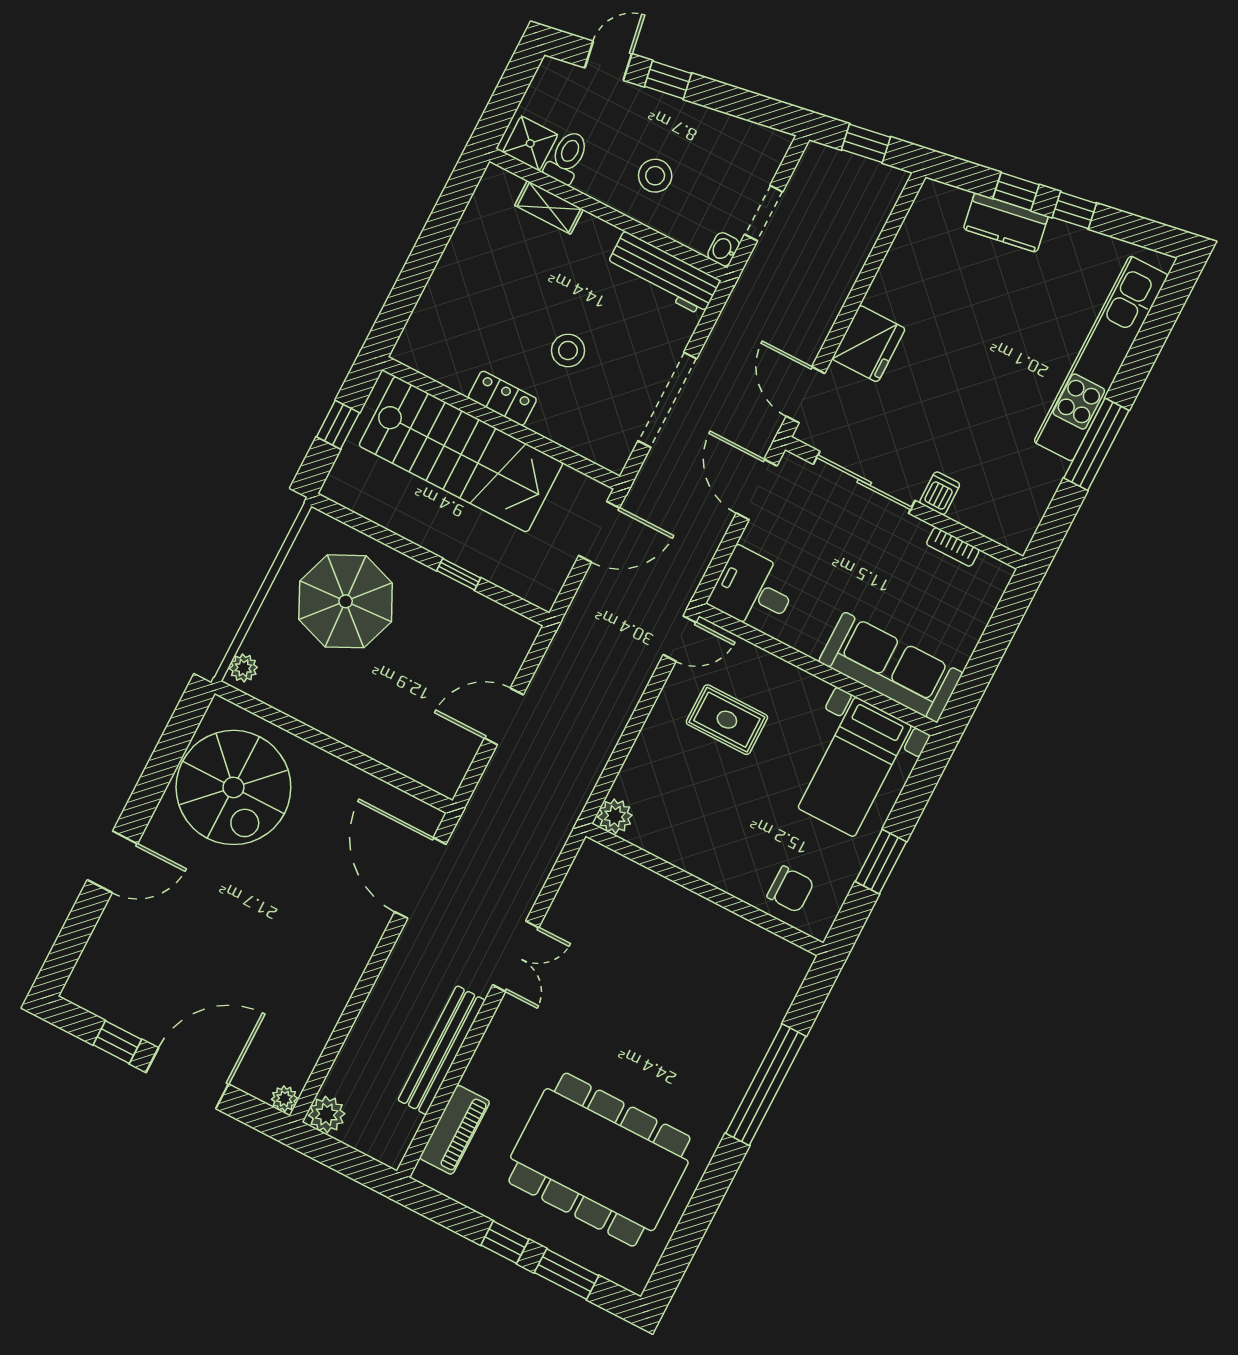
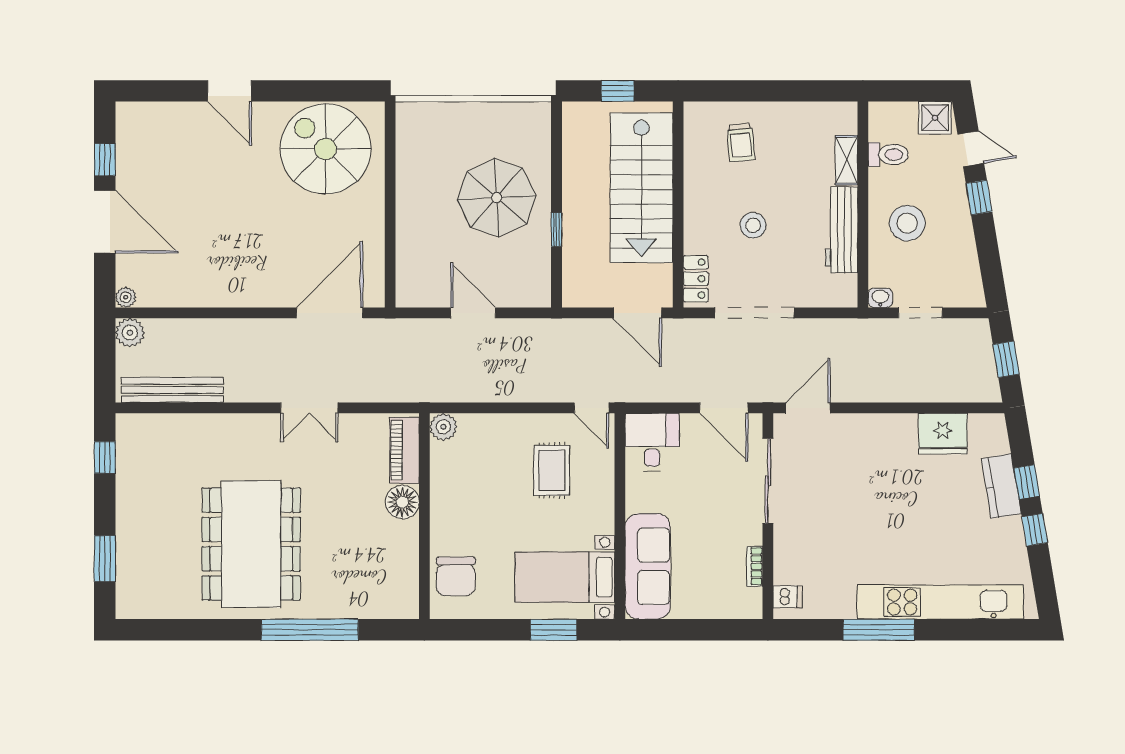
shower: (530, 143) -> (935, 118), moved
stool: (655, 176) -> (907, 223), width x1.38, depth x1.38
workbench: (663, 273) -> (842, 230), moved
trolley: (468, 316) -> (741, 142), added
fridge: (869, 344) -> (943, 434), moved
locker: (502, 398) -> (696, 279), moved
door: (757, 489) -> (724, 408), swing flipped
dishwasher: (940, 493) -> (788, 597), moved
parasol: (346, 601) -> (497, 198), moved
plant: (243, 668) -> (413, 113), removed
spiral stairs: (233, 787) -> (326, 149), turned 90
window: (881, 862) -> (554, 630), moved
chair: (791, 889) -> (456, 576), width x1.37, depth x1.37
floor lamp: (676, 906) -> (402, 502), added
bench: (442, 1050) -> (172, 390), moved
piano: (455, 1130) -> (404, 450), moved, turned 90
dining table: (599, 1160) -> (251, 544), moved
window: (505, 1242) -> (105, 457), moved

